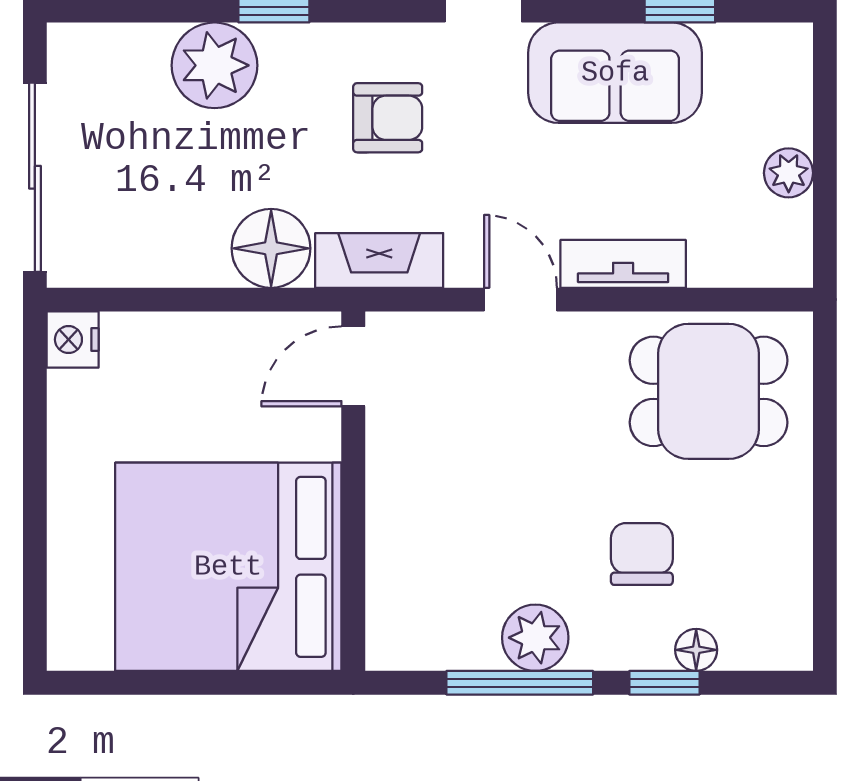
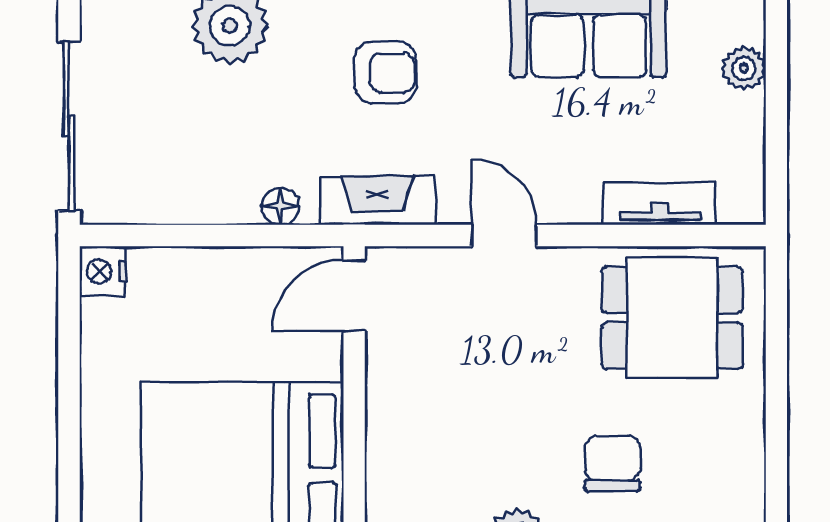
plant: (789, 173) -> (744, 68), moved
floor lamp: (271, 248) -> (280, 206), width x0.53, depth x0.53
tv unit: (623, 264) -> (660, 204), moved

